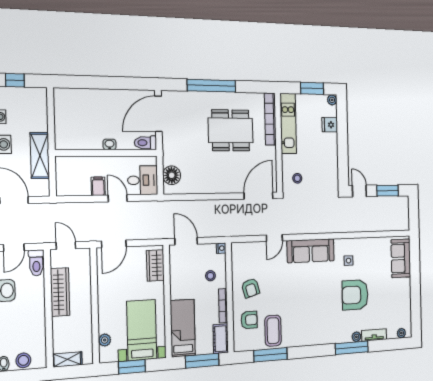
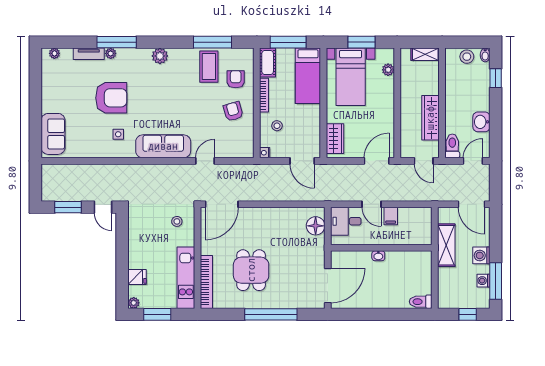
dining table: (231, 130) -> (251, 270), width x0.73
toilet: (145, 143) -> (421, 302), moved, turned 180
armchair: (249, 320) -> (236, 79), turned 90
plant: (316, 338) -> (160, 56), added

